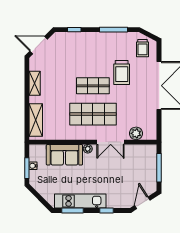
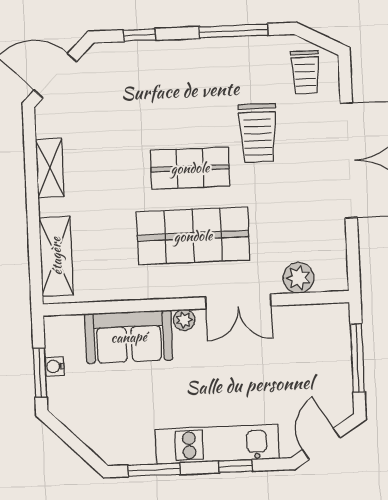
kitchen unit: (80, 201) -> (217, 444), moved

